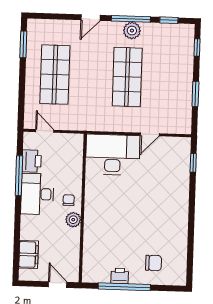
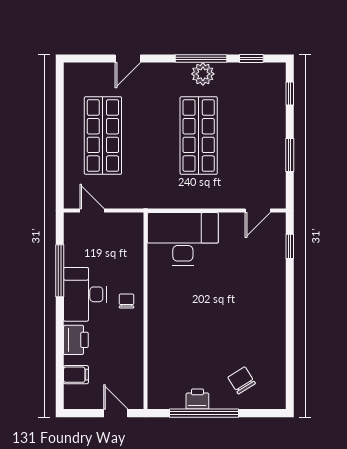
door: (91, 18) -> (128, 59), moved
window: (23, 44) -> (60, 97), removed
door: (150, 134) -> (258, 211), moved
printer: (32, 161) -> (76, 340), moved
plant: (73, 220) -> (134, 327), removed
filing cabinet: (29, 255) -> (76, 375), width x0.50
chair: (153, 263) -> (242, 380), turned -122

